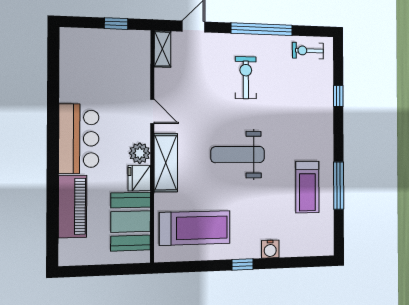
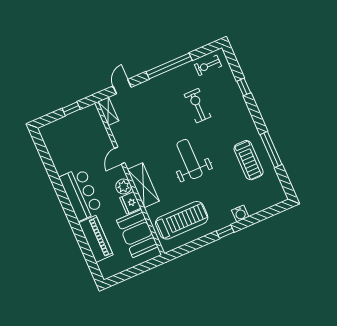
exercise bike: (246, 78) -> (198, 106), moved
door: (152, 111) -> (120, 155), swing flipped
weight bench: (238, 155) -> (190, 159), turned 90

